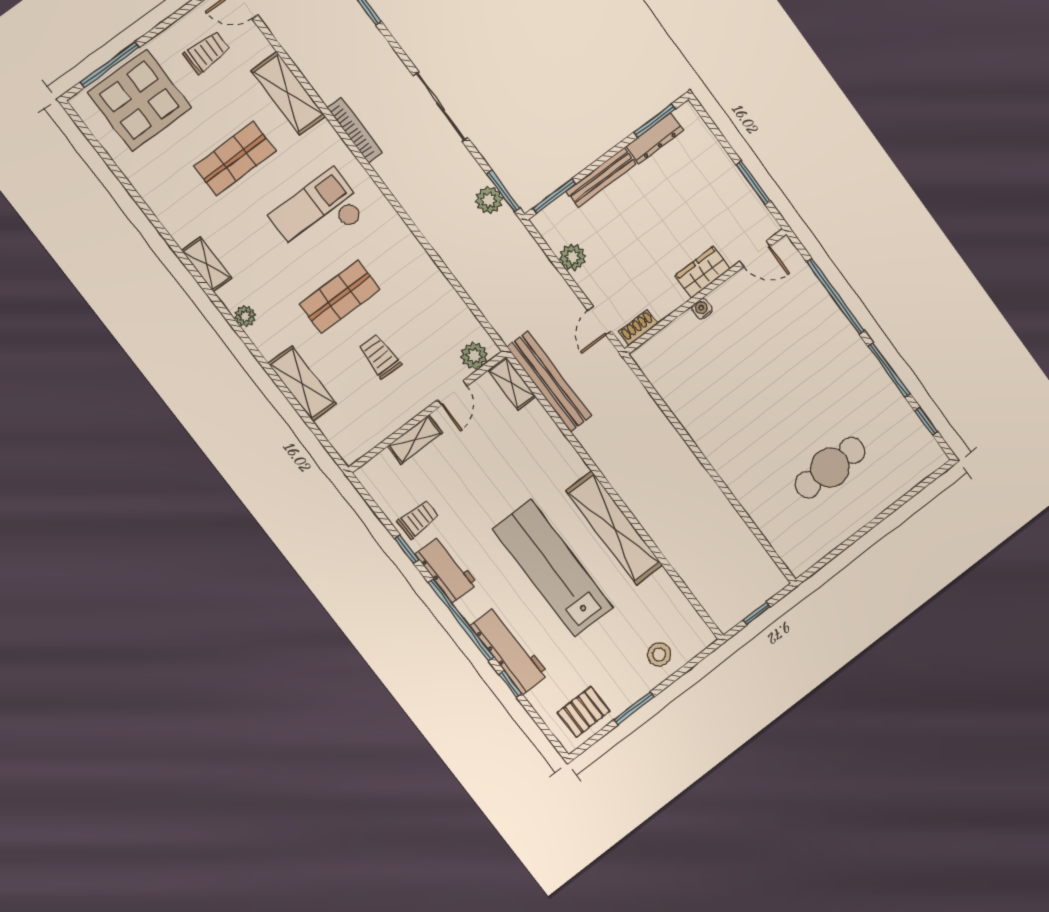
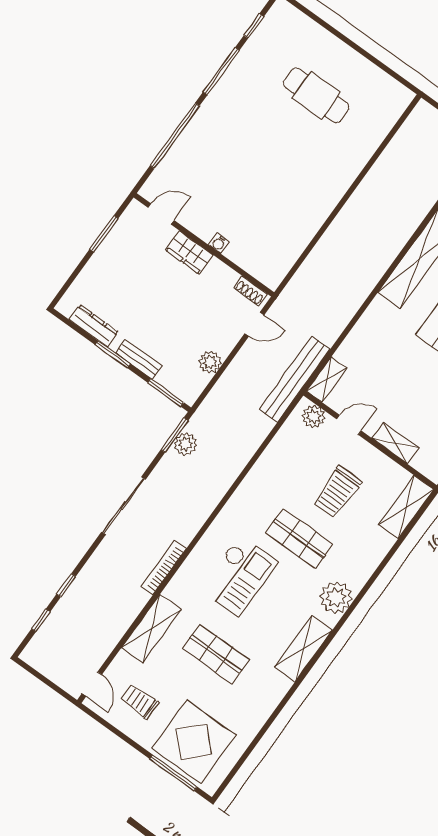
window: (655, 121) -> (113, 354), moved
bench: (601, 177) -> (139, 359), width x0.73
checkout: (318, 214) -> (239, 576), turned -90
door: (755, 254) -> (161, 214), hinge flipped
shelving: (207, 264) -> (303, 649), width x1.50, depth x1.33
plant: (245, 316) -> (336, 597), width x1.88, depth x1.88
trolley: (380, 356) -> (337, 492), width x1.36, depth x1.39
bench: (549, 382) -> (295, 379), moved
shelving: (302, 384) -> (406, 507), moved

